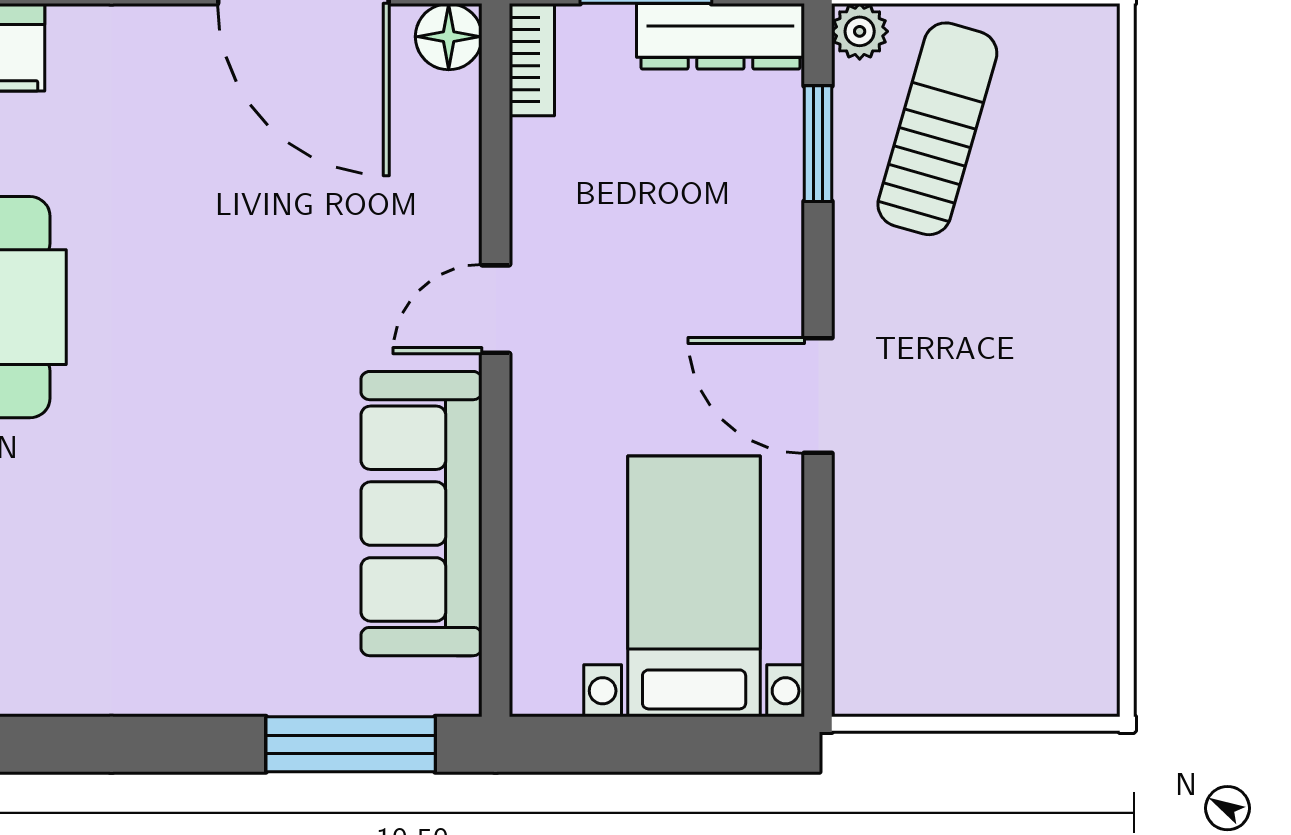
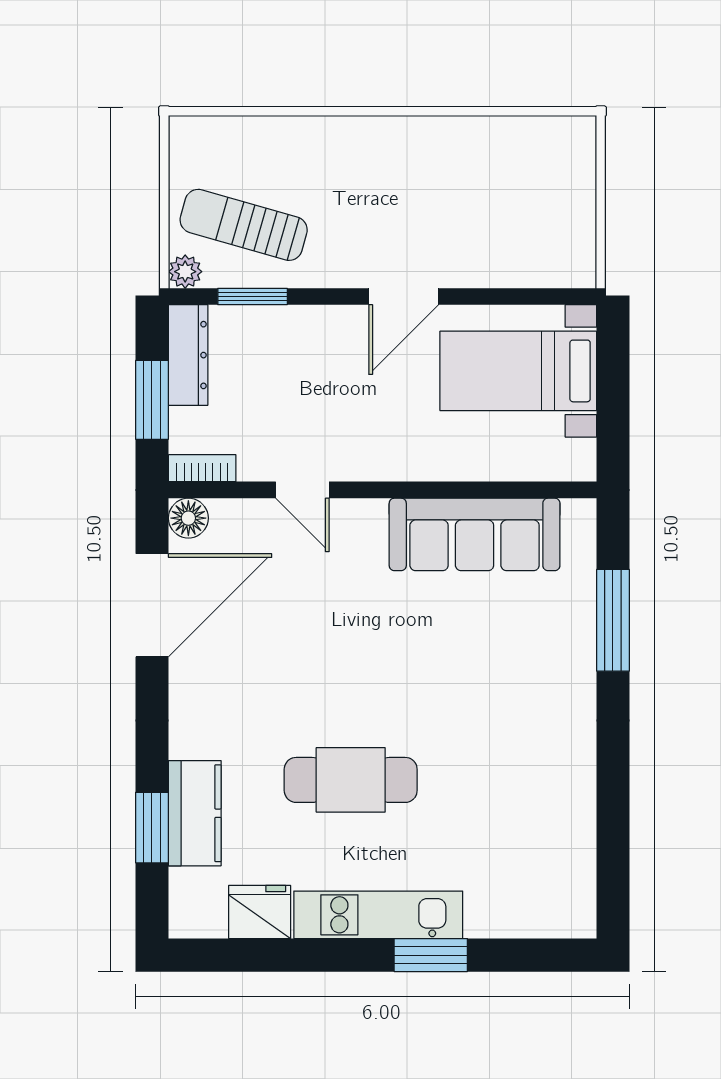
door: (496, 309) -> (302, 490), moved
window: (351, 744) -> (613, 620), moved

